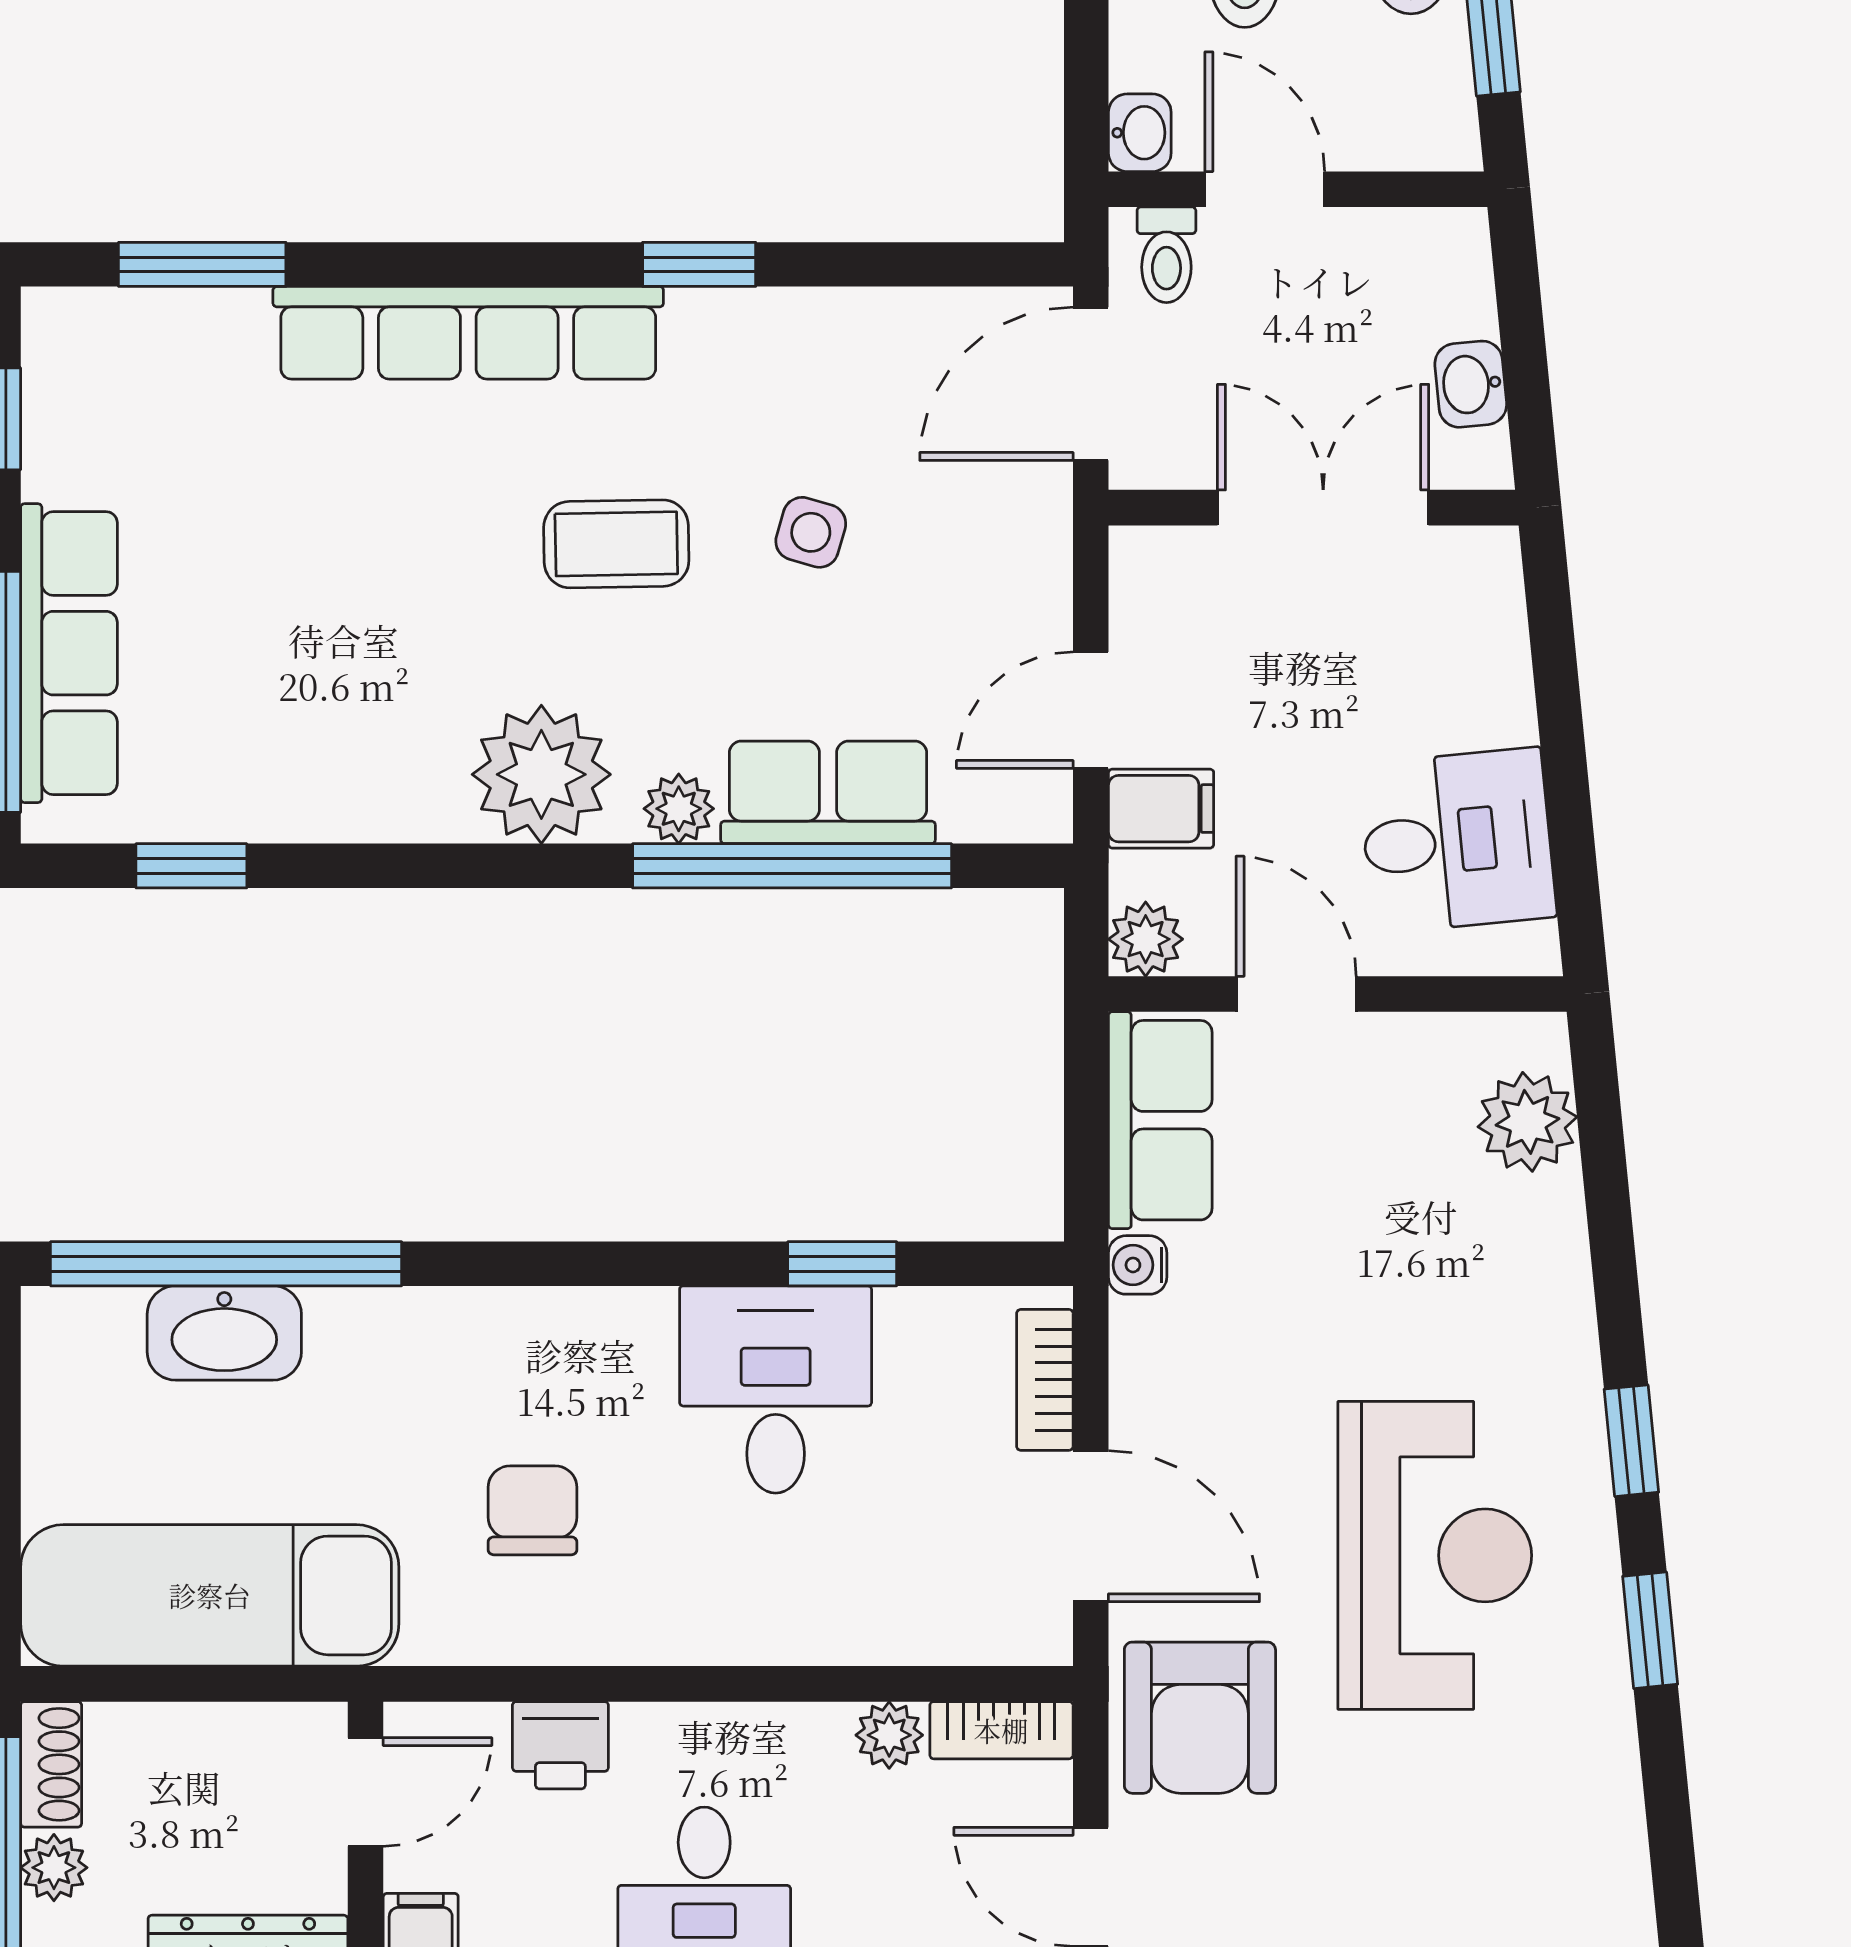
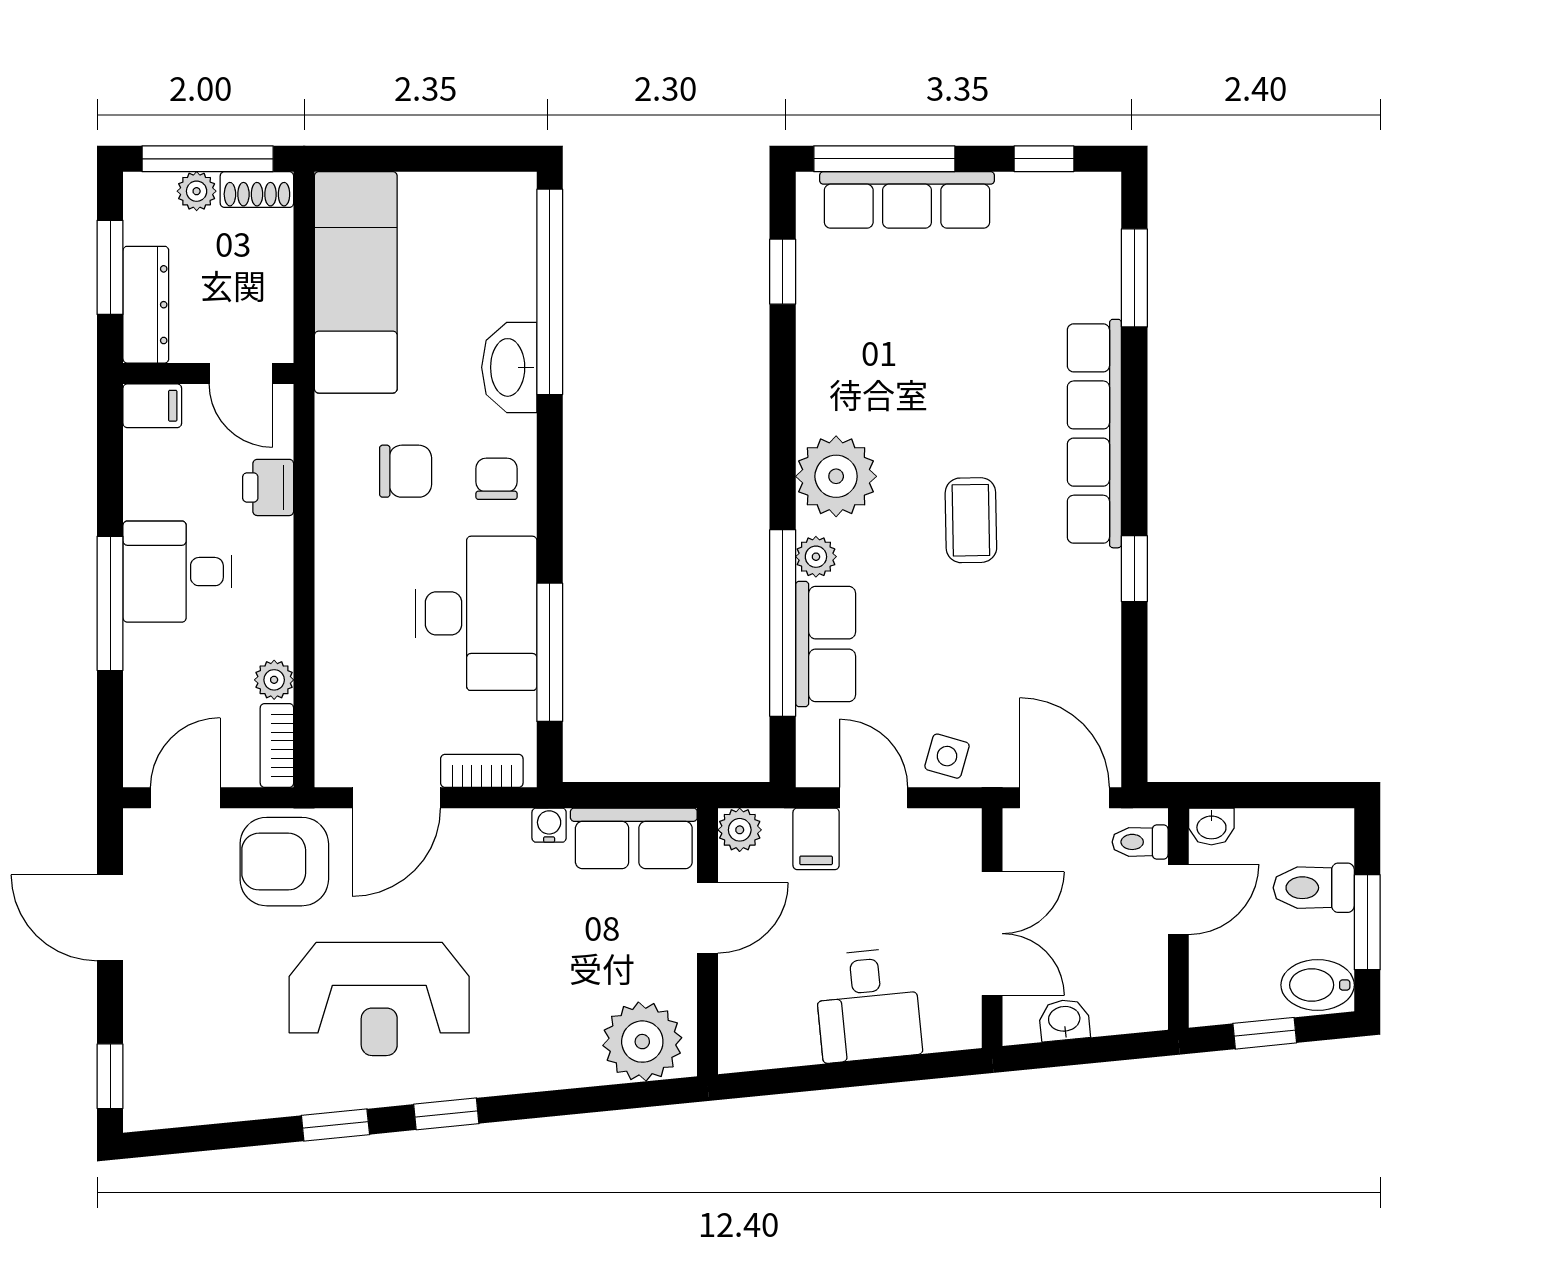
side table: (811, 532) -> (947, 756), moved
desk: (1457, 841) -> (868, 1005), moved
plant: (1527, 1122) -> (642, 1042), width x1.36, depth x1.36
window: (842, 1264) -> (550, 652), width x2.17
washbasin: (224, 1333) -> (509, 367), moved
chair: (546, 1355) -> (496, 479), added
desk: (776, 1389) -> (476, 613), width x1.37

